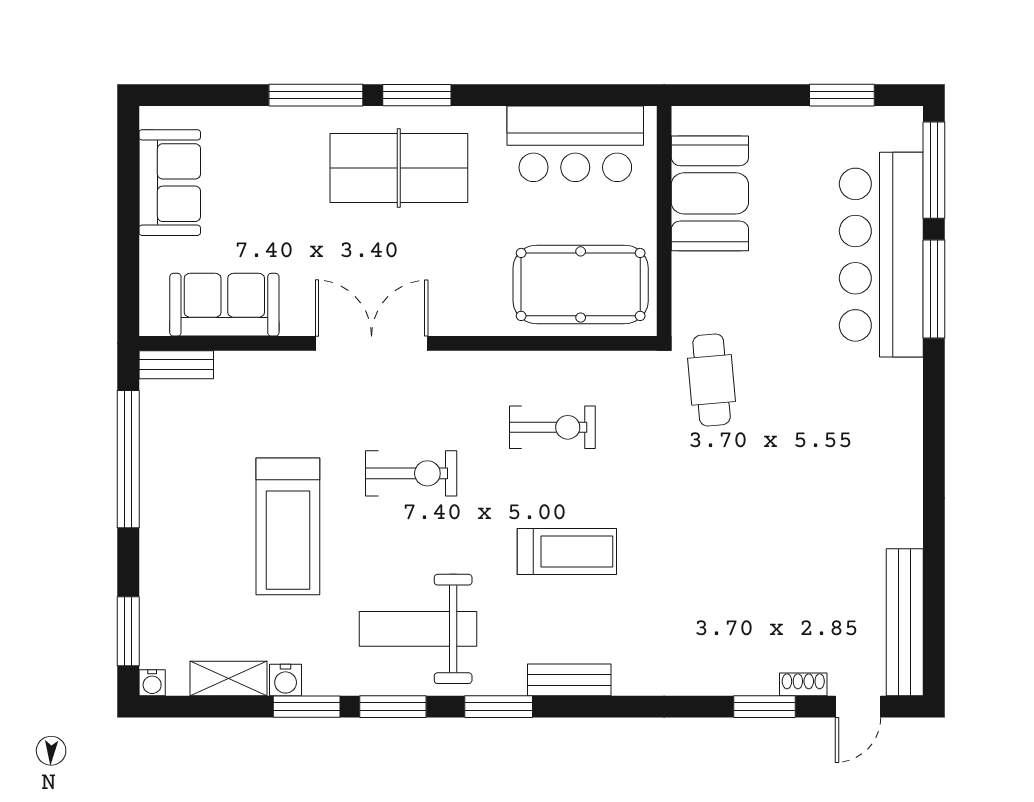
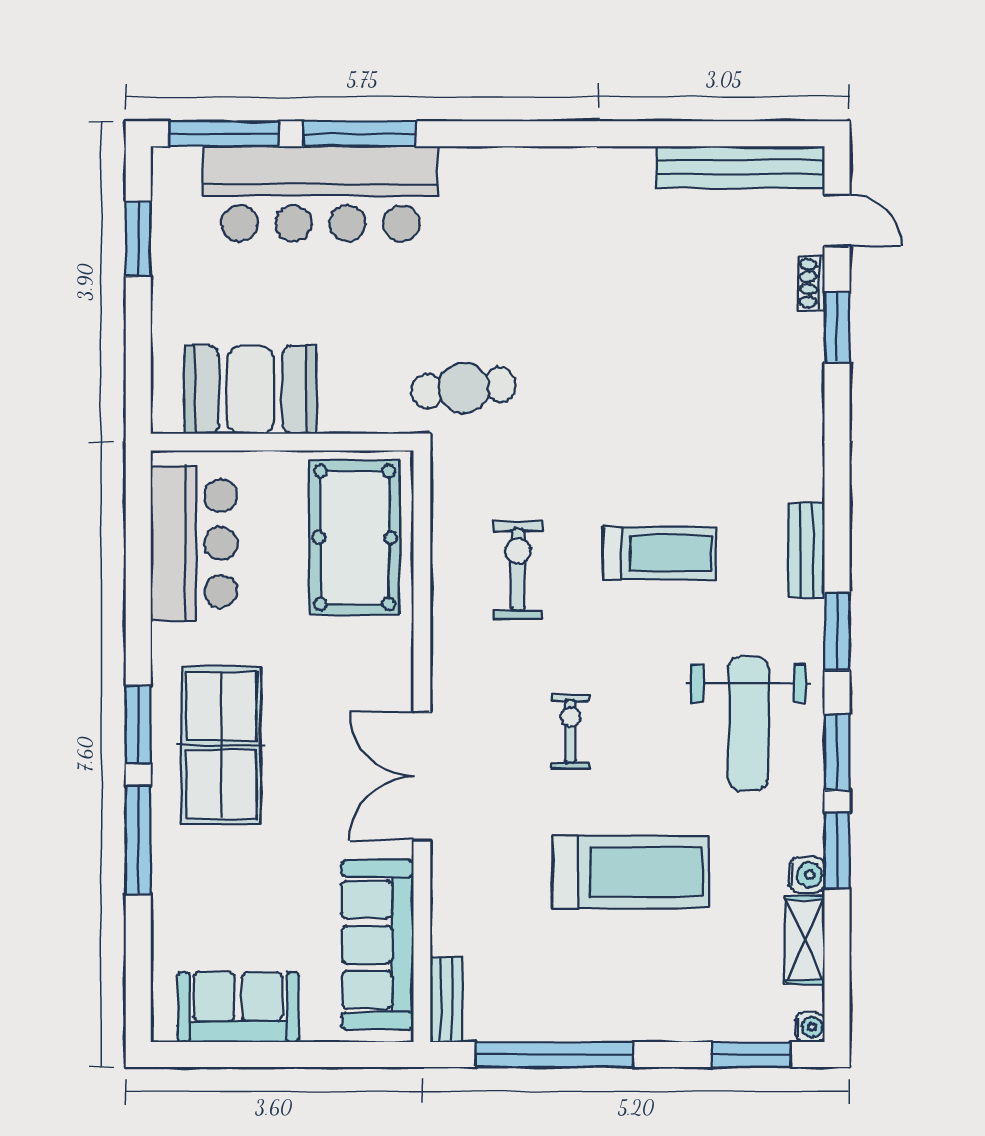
sofa: (224, 305) -> (378, 945), width x1.36
exercise bike: (411, 473) -> (570, 731), width x0.73, depth x0.72
treadmill: (567, 551) -> (660, 553), turned 90

